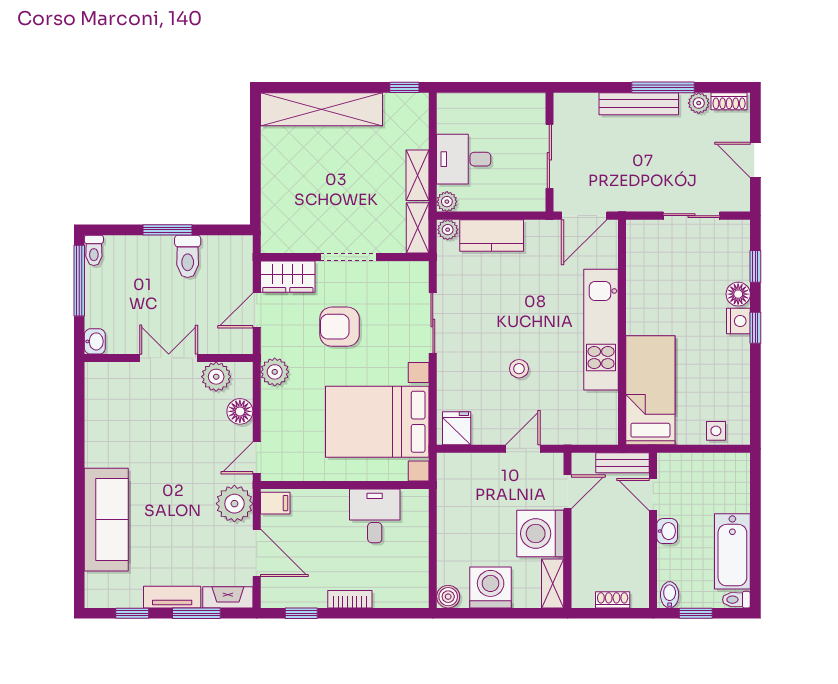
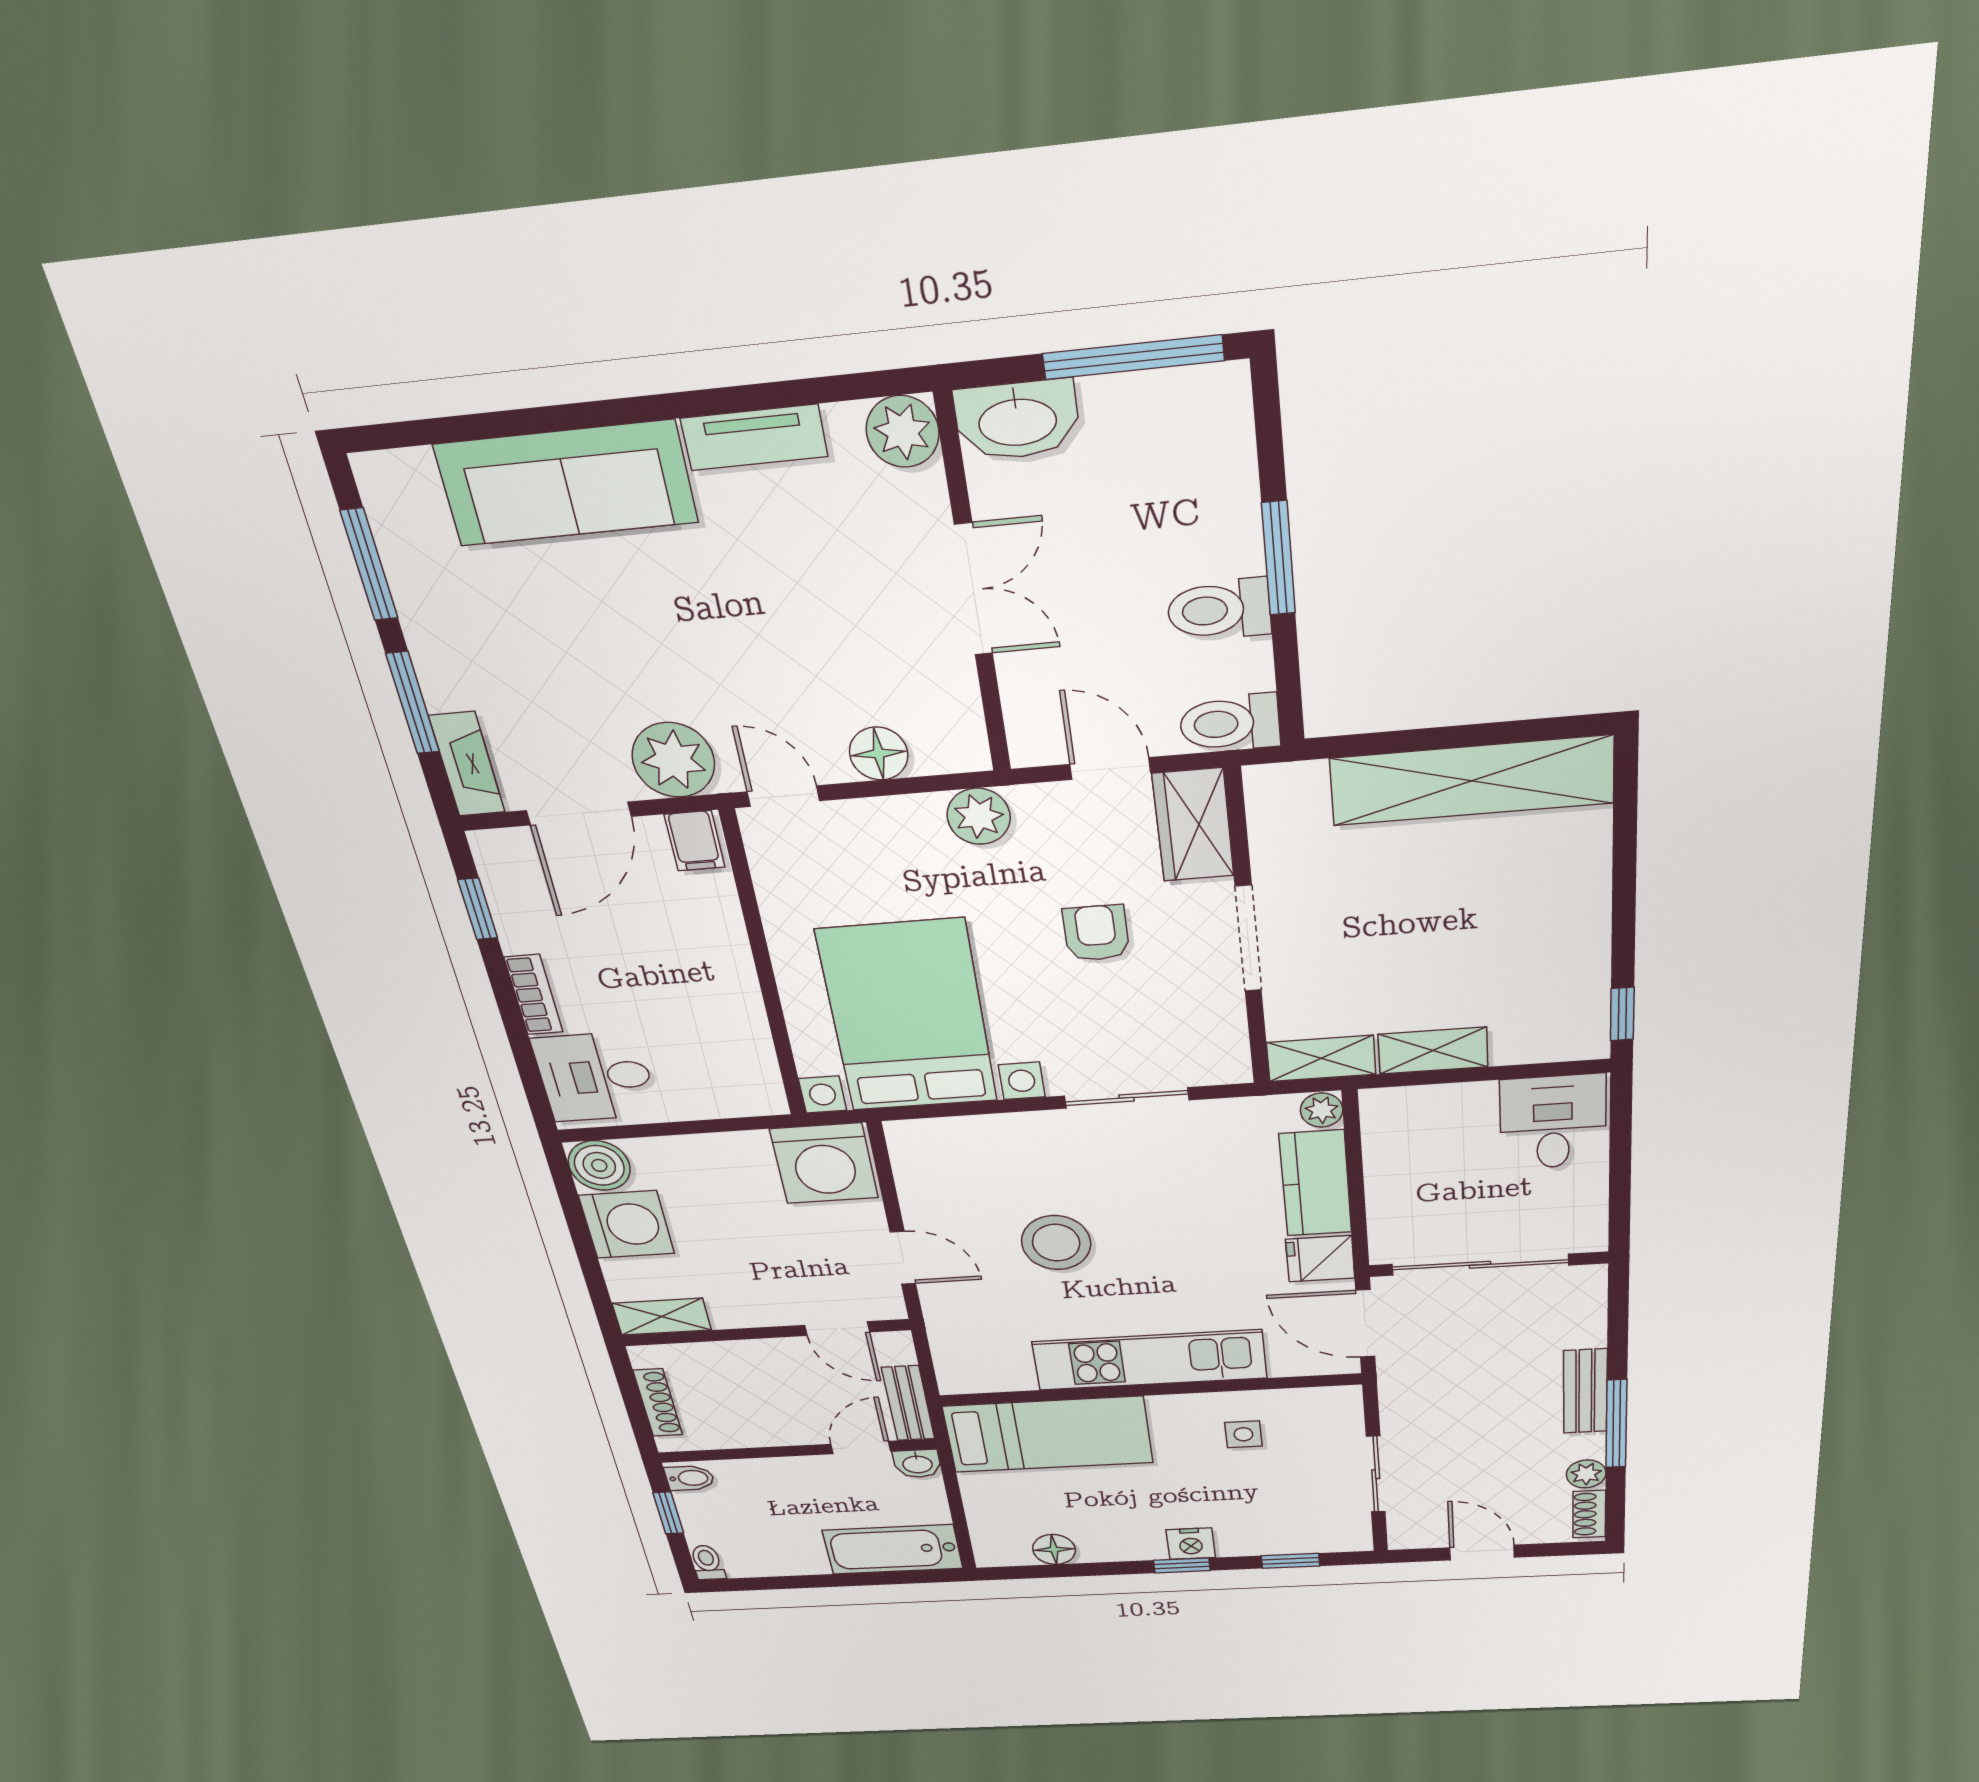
bench: (639, 104) -> (1585, 1391), width x0.73
shelving: (322, 109) -> (1472, 781), moved, turned 90
sliding door: (549, 156) -> (1480, 1265), width x1.37
desk: (464, 159) -> (1553, 1122), moved
door: (755, 160) -> (1482, 1553), hinge flipped
plant: (447, 202) -> (1380, 1105), removed
toilet: (94, 250) -> (1230, 723), moved, width x1.37, depth x1.39
floor lamp: (738, 294) -> (1054, 1549), moved
armchair: (340, 327) -> (1096, 933), width x0.72, depth x0.72
washbasin: (95, 341) -> (1017, 420), width x1.91, depth x1.45
stool: (519, 369) -> (1056, 1243), width x1.89, depth x1.89
plant: (216, 377) -> (903, 431), moved
fridge: (457, 428) -> (1320, 1259), moved, turned 180
side table: (716, 431) -> (1243, 1434), moved
desk: (375, 516) -> (595, 1077), moved, turned 180
washbasin: (667, 531) -> (917, 1464), moved
washing machine: (540, 534) -> (824, 1163), moved, turned 180
bathtub: (732, 551) -> (893, 1549), moved
tv unit: (172, 597) -> (754, 437), moved, turned 90
boiler: (448, 597) -> (599, 1165), width x1.36, depth x1.36
shoe rack: (613, 600) -> (658, 1403), width x1.43
window: (132, 613) -> (369, 565), width x1.50

